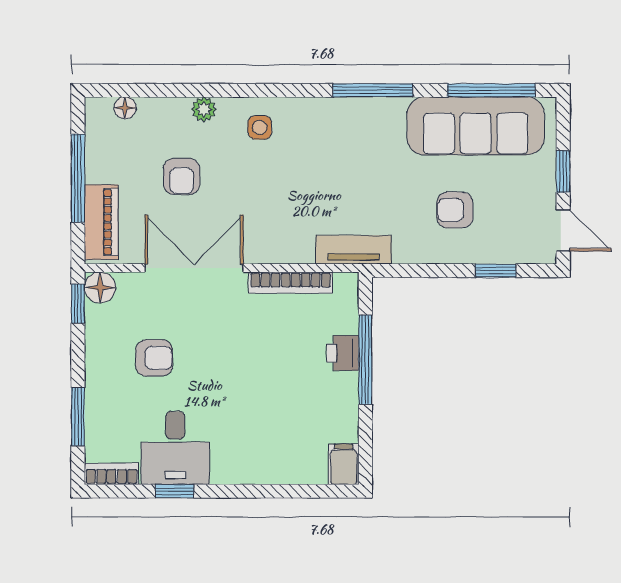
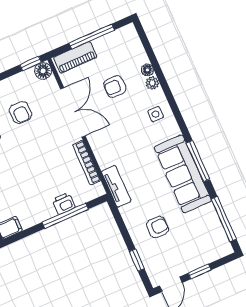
floor lamp: (125, 108) -> (147, 70), moved
sofa: (476, 126) -> (183, 174), moved
armchair: (455, 210) -> (157, 227), turned 90

